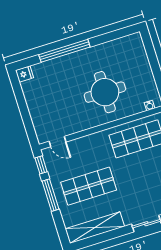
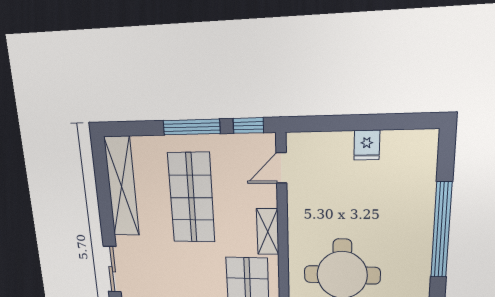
fridge: (25, 74) -> (367, 145), moved
shelving: (94, 139) -> (268, 232), added

